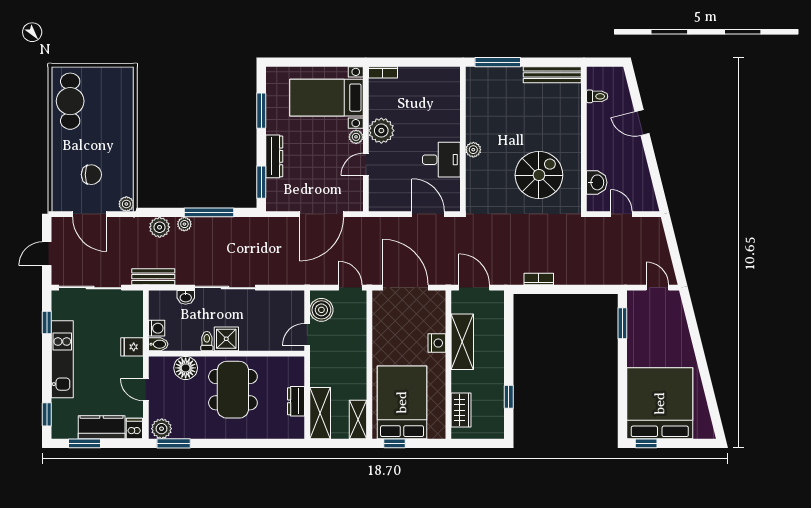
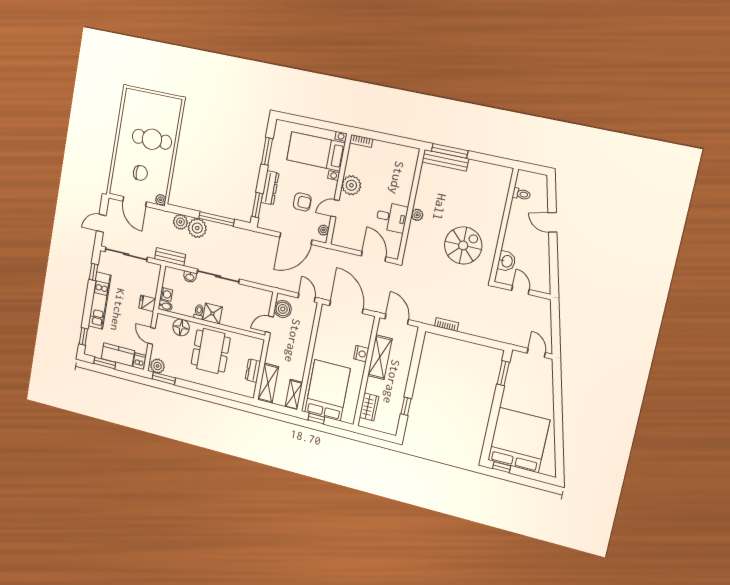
bench: (552, 75) -> (445, 160), moved
cafe table: (70, 101) -> (152, 139), moved, turned 90
plant: (356, 137) -> (323, 230), moved
armchair: (321, 165) -> (302, 202), added
plant: (184, 224) -> (197, 228), width x1.88, depth x1.88

